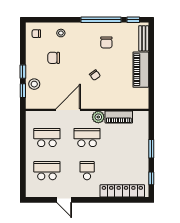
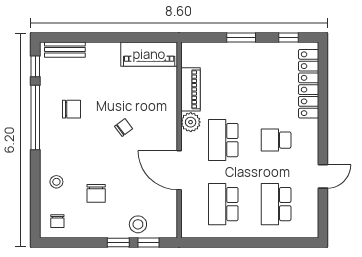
piano: (141, 70) -> (149, 54), moved

